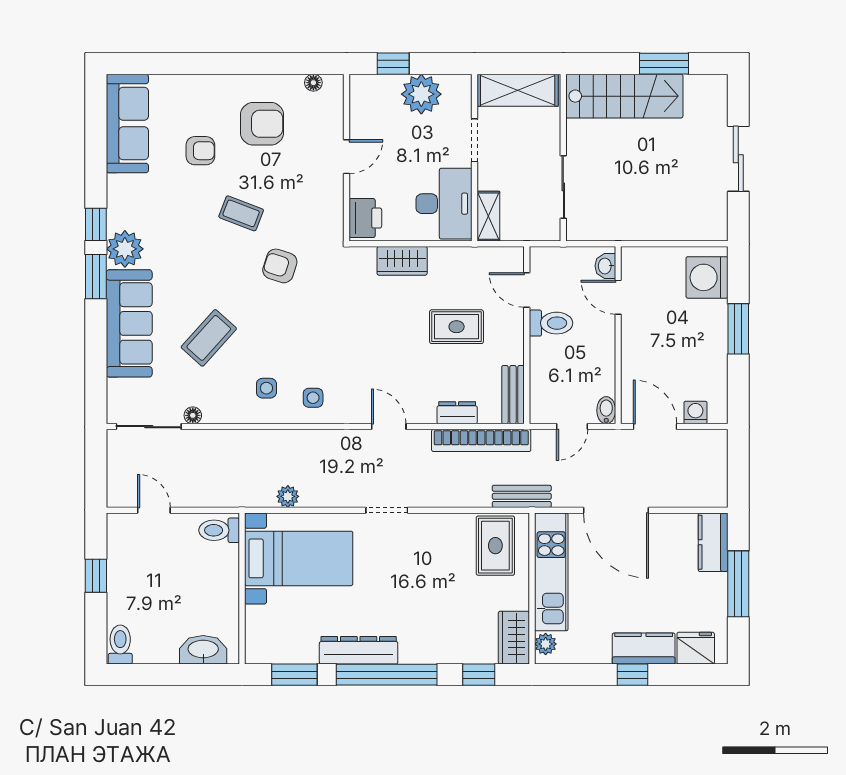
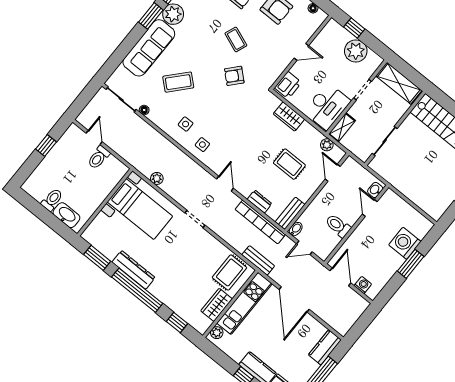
plant: (487, 257) -> (327, 145), added
armchair: (280, 266) -> (234, 76), turned -66
washing machine: (707, 277) -> (405, 243), moved
toilet: (551, 323) -> (338, 226), moved, turned 180
bidet: (606, 410) -> (296, 229), moved
toilet: (219, 530) -> (99, 157), moved, turned -90
wardrobe: (514, 638) -> (217, 305), moved
toilet: (120, 645) -> (52, 200), moved

